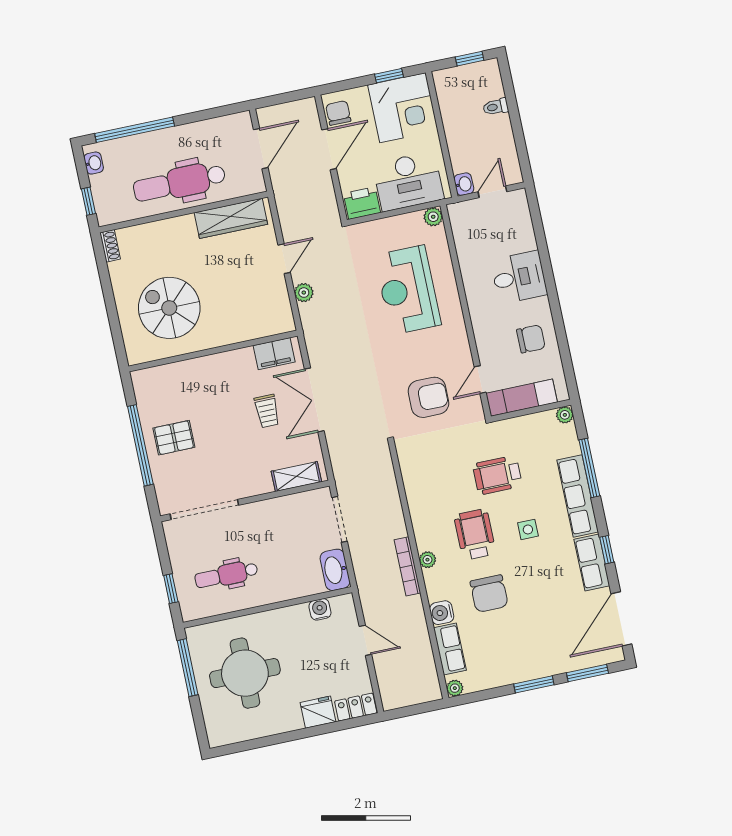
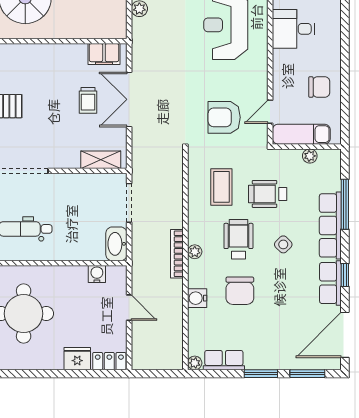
desk: (519, 277) -> (293, 29), moved, turned 180
armchair: (428, 397) -> (224, 117), turned 180
plant: (565, 415) -> (310, 156), moved
coffee table: (442, 478) -> (221, 187), added
side table: (528, 529) -> (283, 244), turned 45
row of seats: (450, 649) -> (224, 360), moved, turned -90

